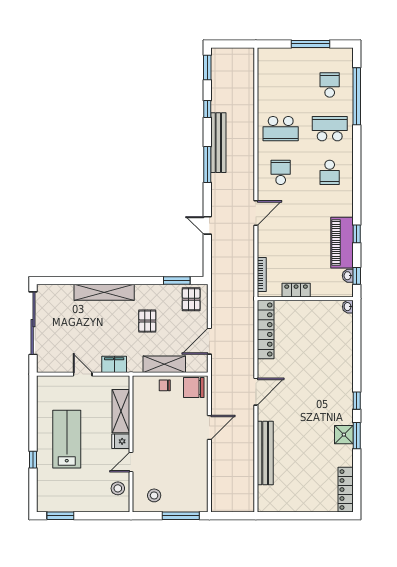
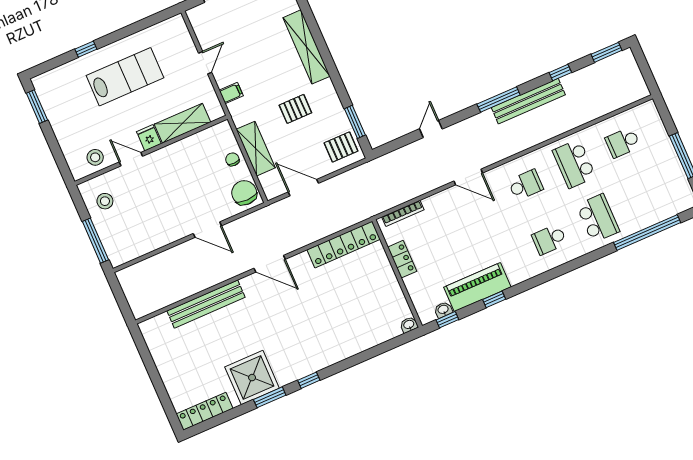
school desk: (330, 85) -> (623, 142), moved, turned 180
filing cabinet: (114, 364) -> (231, 93), width x0.50
shower: (344, 435) -> (252, 378), width x1.86, depth x1.86

